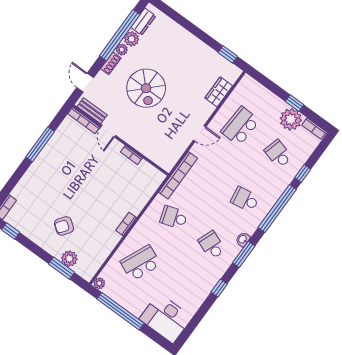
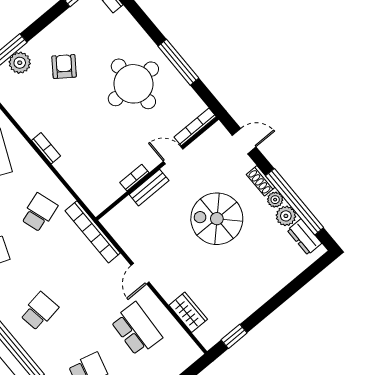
bench: (92, 111) -> (149, 188), moved
round table: (64, 173) -> (133, 84), added

